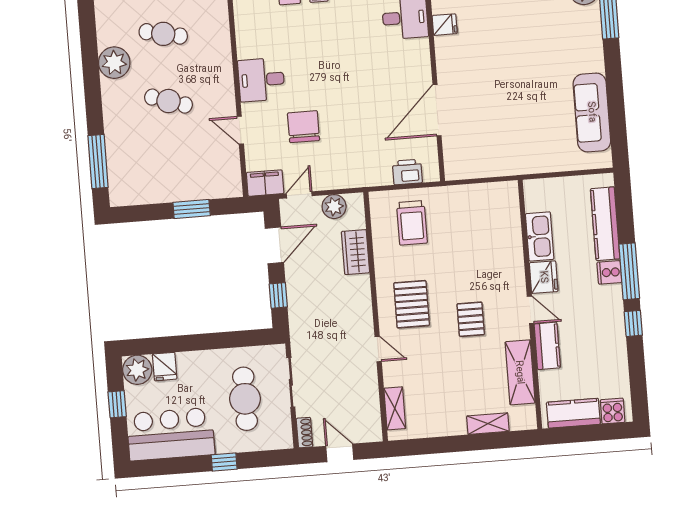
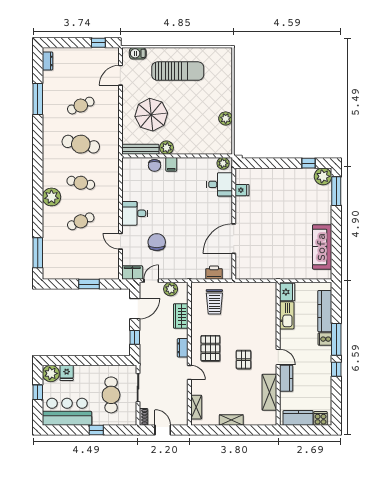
cafe table: (169, 101) -> (81, 221), turned -42
fridge: (544, 277) -> (287, 292), moved
dresser: (363, 307) -> (183, 348), added
shelving: (488, 424) -> (231, 420), moved

